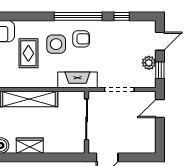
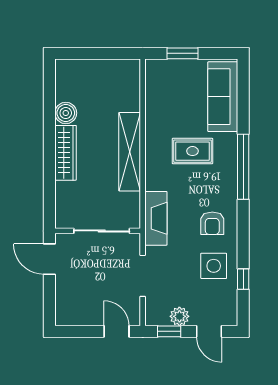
window: (78, 16) -> (243, 167), moved
side table: (56, 44) -> (214, 266), moved
wardrobe: (30, 146) -> (66, 153), width x1.50

